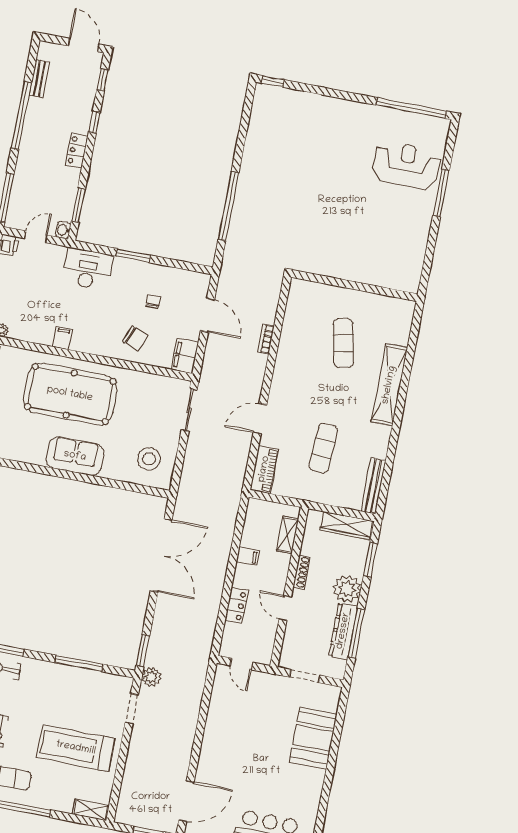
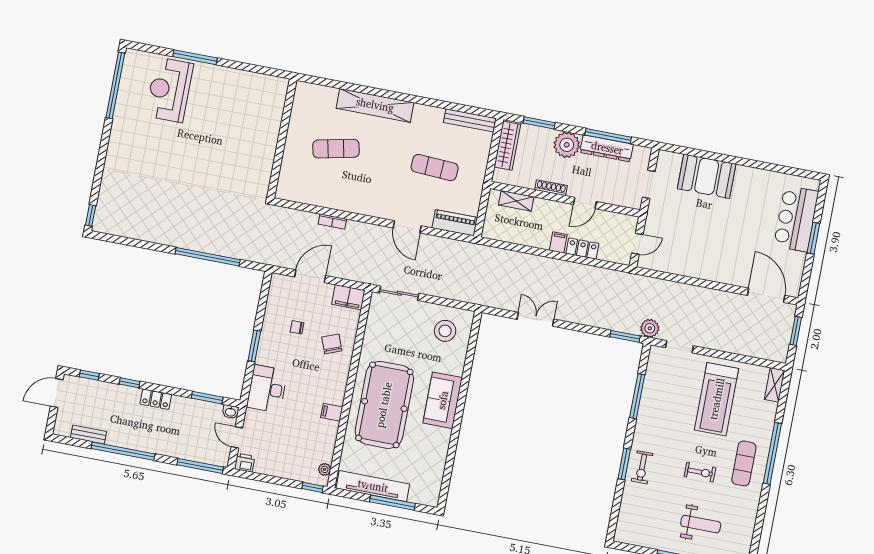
chair: (135, 338) -> (332, 344), turned -42
double door: (161, 555) -> (536, 319), width x0.54
filing cabinet: (248, 556) -> (558, 242), moved

